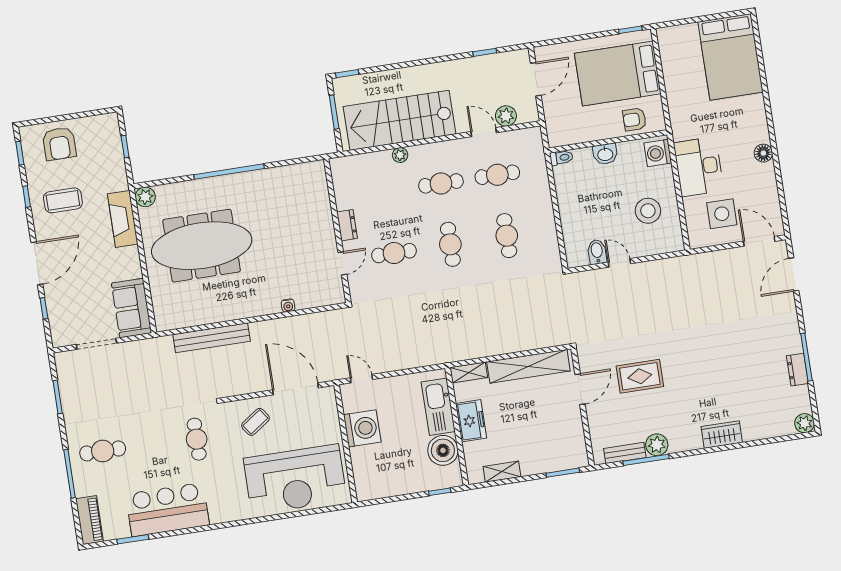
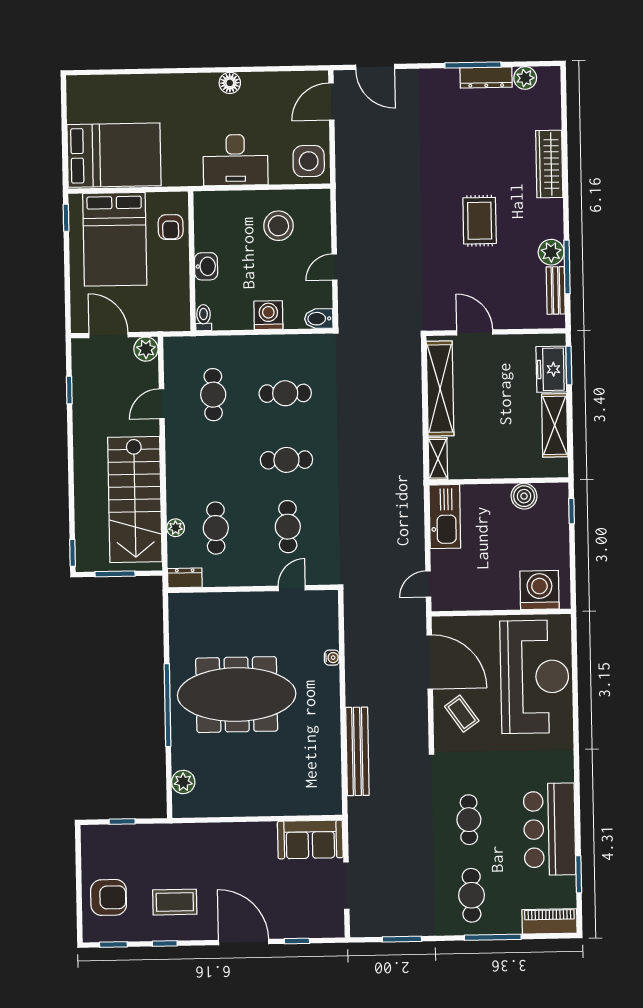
bed: (730, 57) -> (114, 155), moved
plant: (506, 116) -> (146, 349), moved
washing machine: (658, 153) -> (268, 315), moved, turned 180
plant: (400, 155) -> (176, 528), moved
cafe table: (441, 183) -> (216, 528), moved
plant: (145, 197) -> (183, 782), moved
coffee table: (63, 200) -> (175, 902), turned 90
side table: (722, 214) -> (309, 161), moved
fireplace: (123, 219) -> (206, 836), removed
dresser: (347, 225) -> (185, 578), moved
meeting table: (202, 246) -> (237, 695), moved, turned 90
bidet: (597, 252) -> (319, 319), moved
door: (342, 263) -> (292, 588), hinge flipped
dresser: (797, 370) -> (486, 78), width x1.44
rug: (640, 376) -> (480, 221), moved
door: (296, 389) -> (430, 662), swing flipped
kitchen sink: (438, 407) -> (445, 517), moved, turned -90
freezer: (471, 421) -> (551, 369), moved, turned -90
plant: (805, 423) -> (525, 78), moved
washing machine: (362, 428) -> (539, 590), moved
wardrobe: (722, 435) -> (549, 164), width x1.50
cafe table: (197, 439) -> (469, 820), moved, turned 90
boiler: (443, 450) -> (524, 496), width x0.73, depth x0.73
shelving: (502, 472) -> (555, 425), width x1.50, depth x1.33

